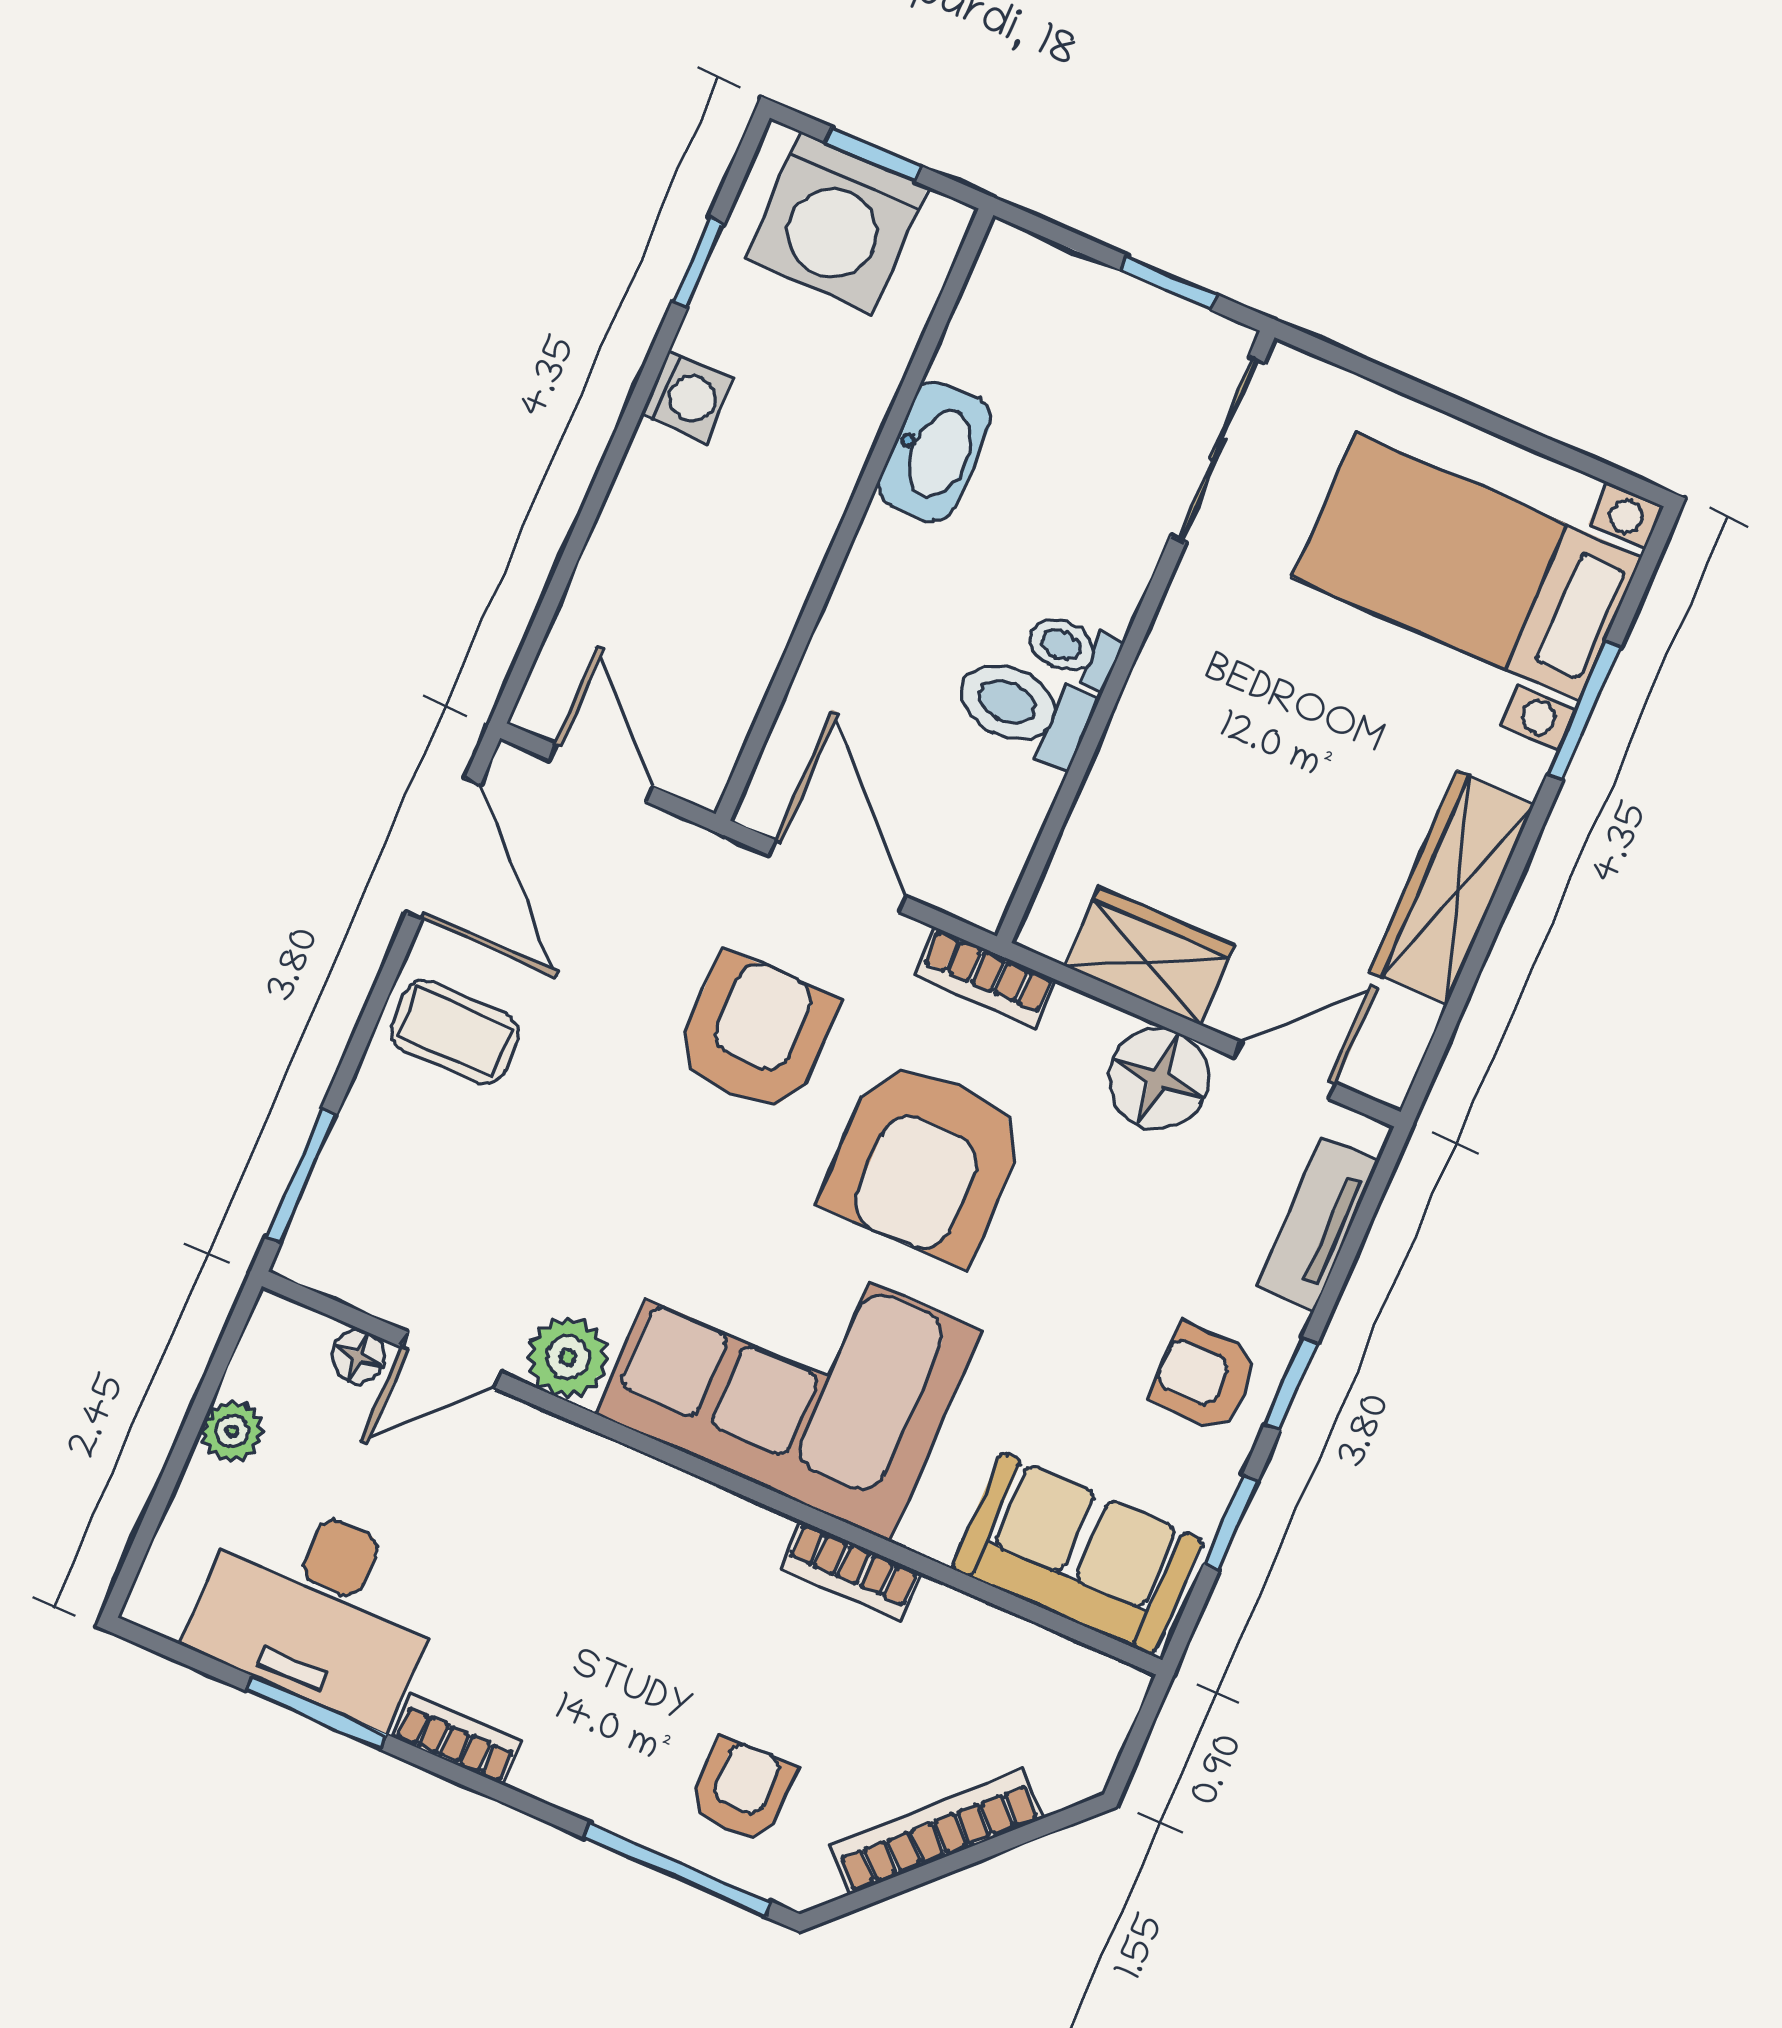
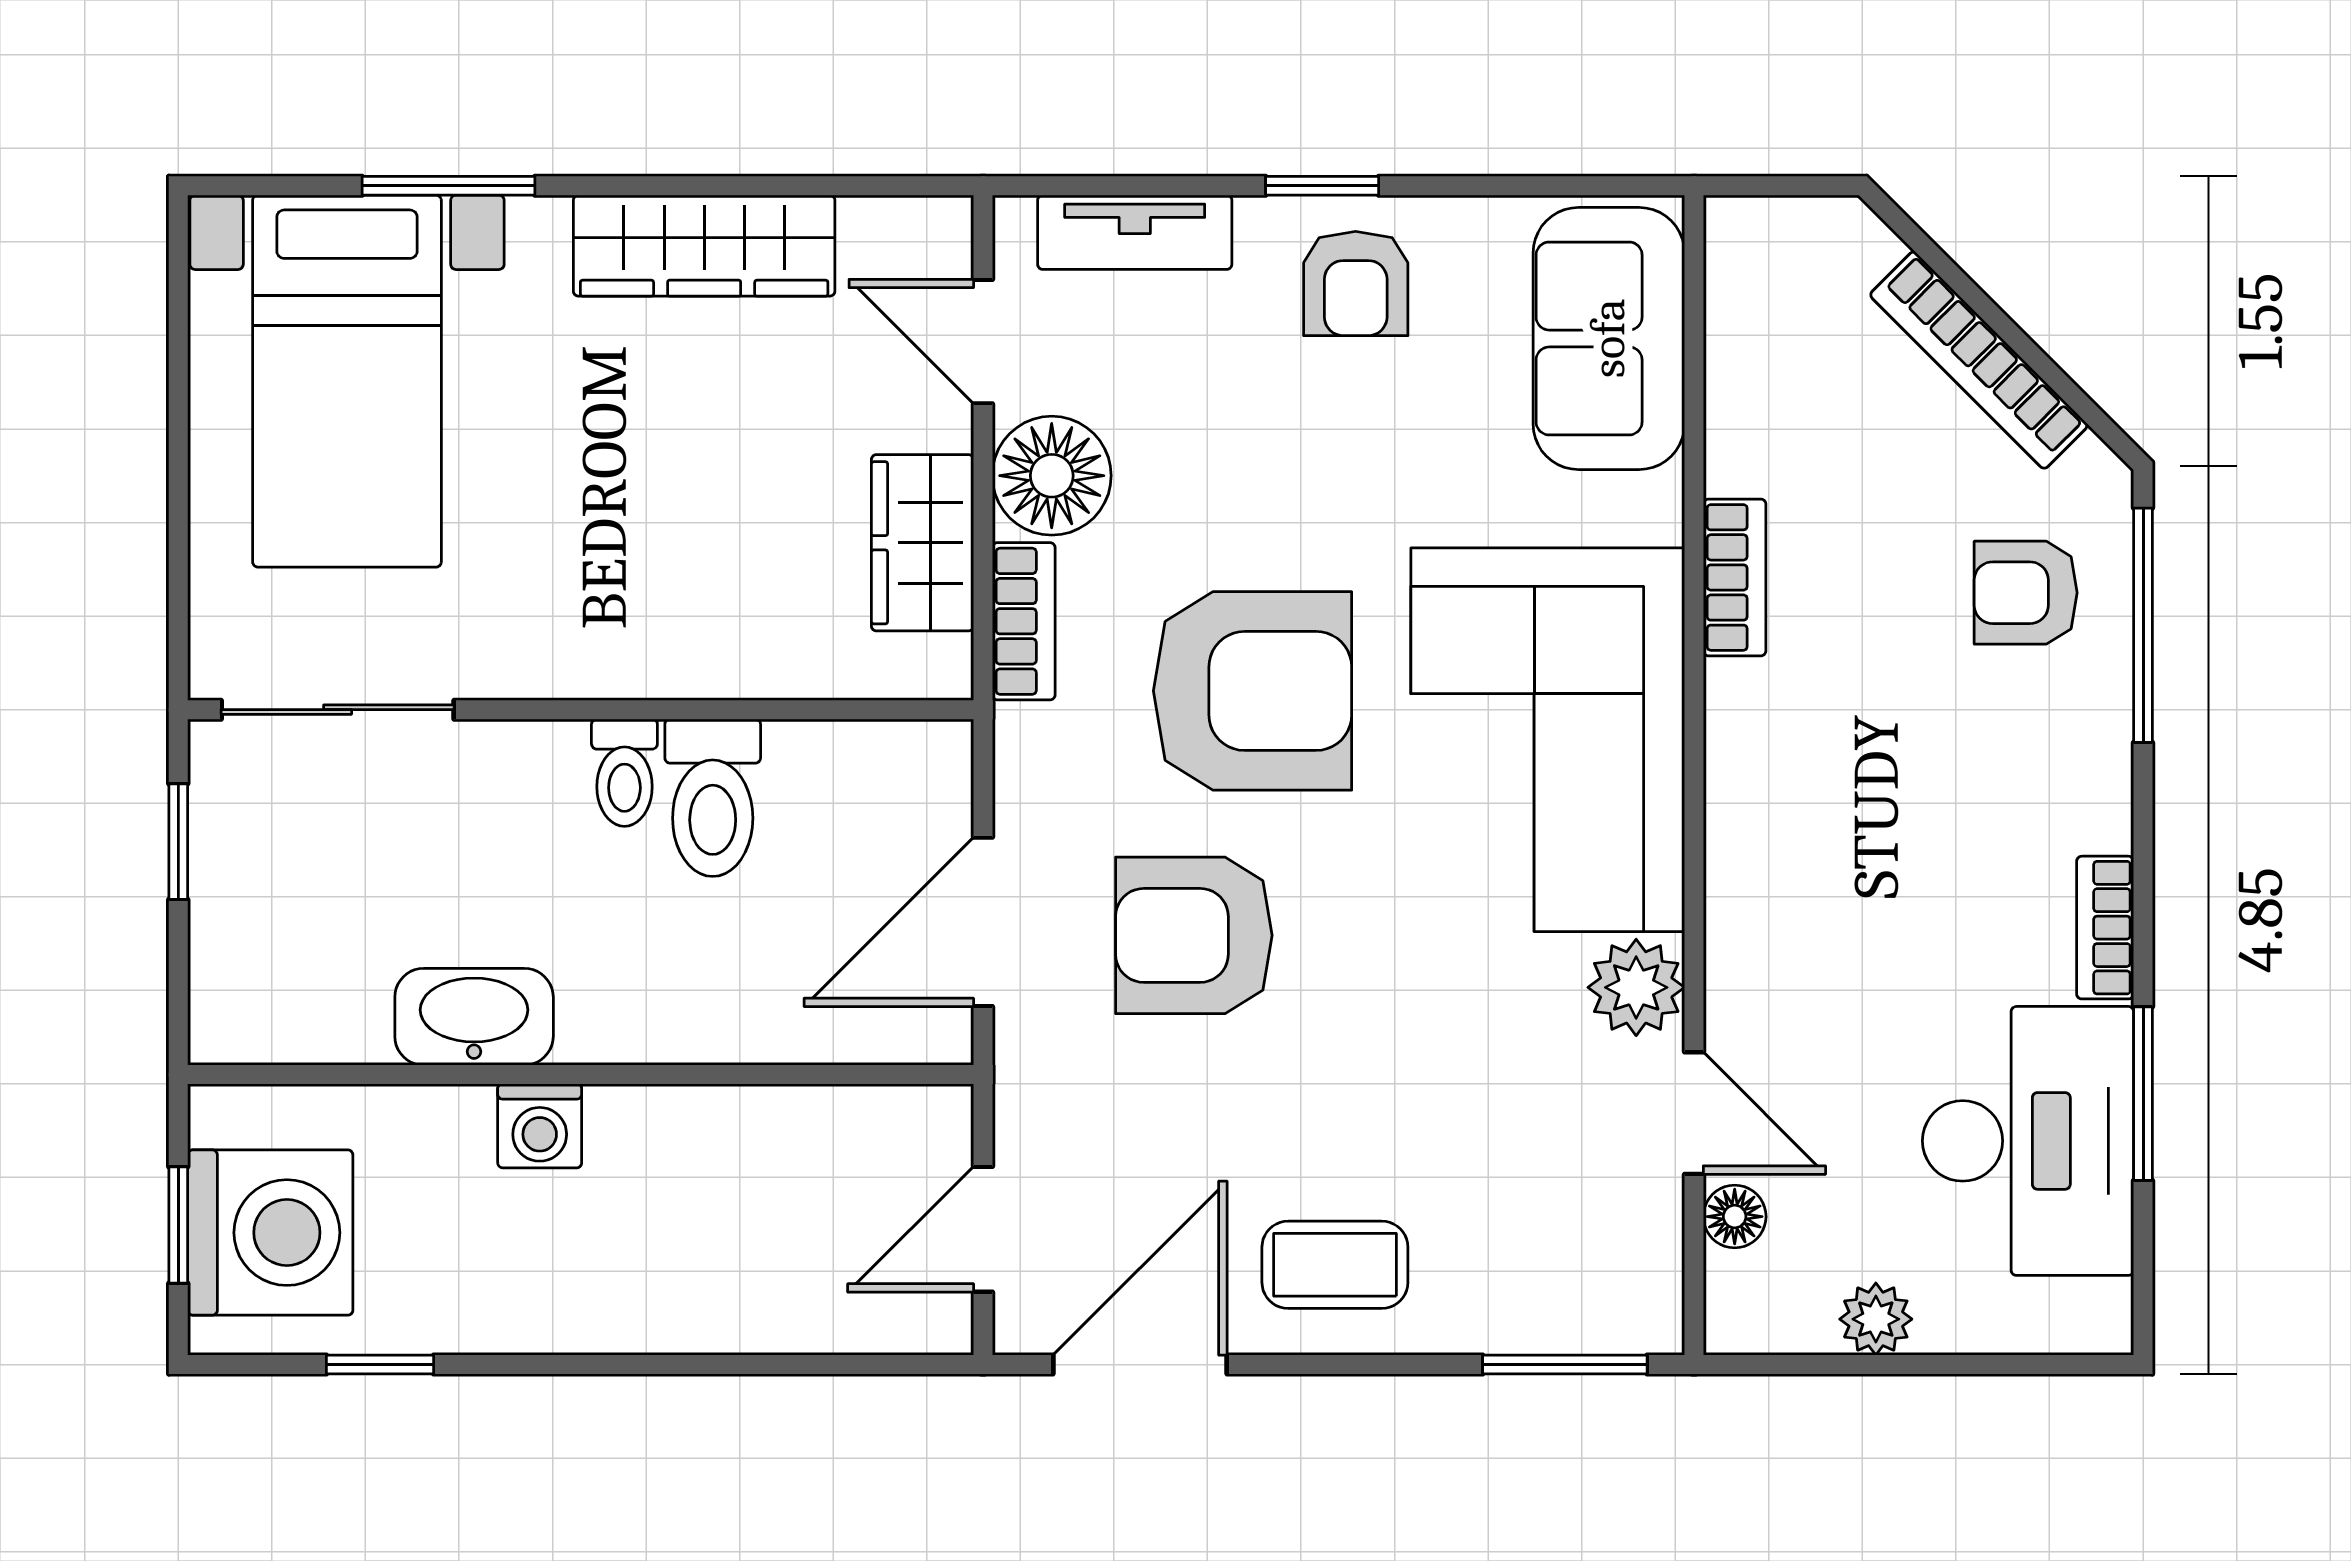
washing machine: (687, 396) -> (540, 1126), moved, turned 180
bookcase: (985, 978) -> (1024, 621), moved
coffee table: (455, 1032) -> (1335, 1265), turned 90
window: (1231, 1523) -> (1502, 186), removed

